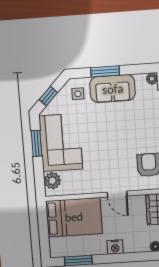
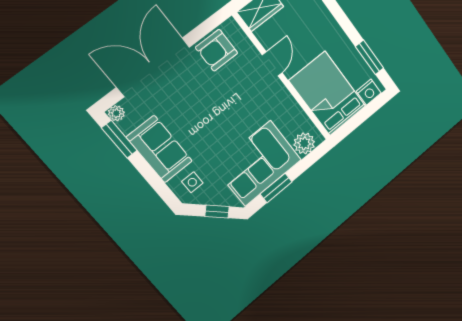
window: (105, 71) -> (119, 139), moved
nightstand: (115, 247) -> (369, 92), moved, turned 90

